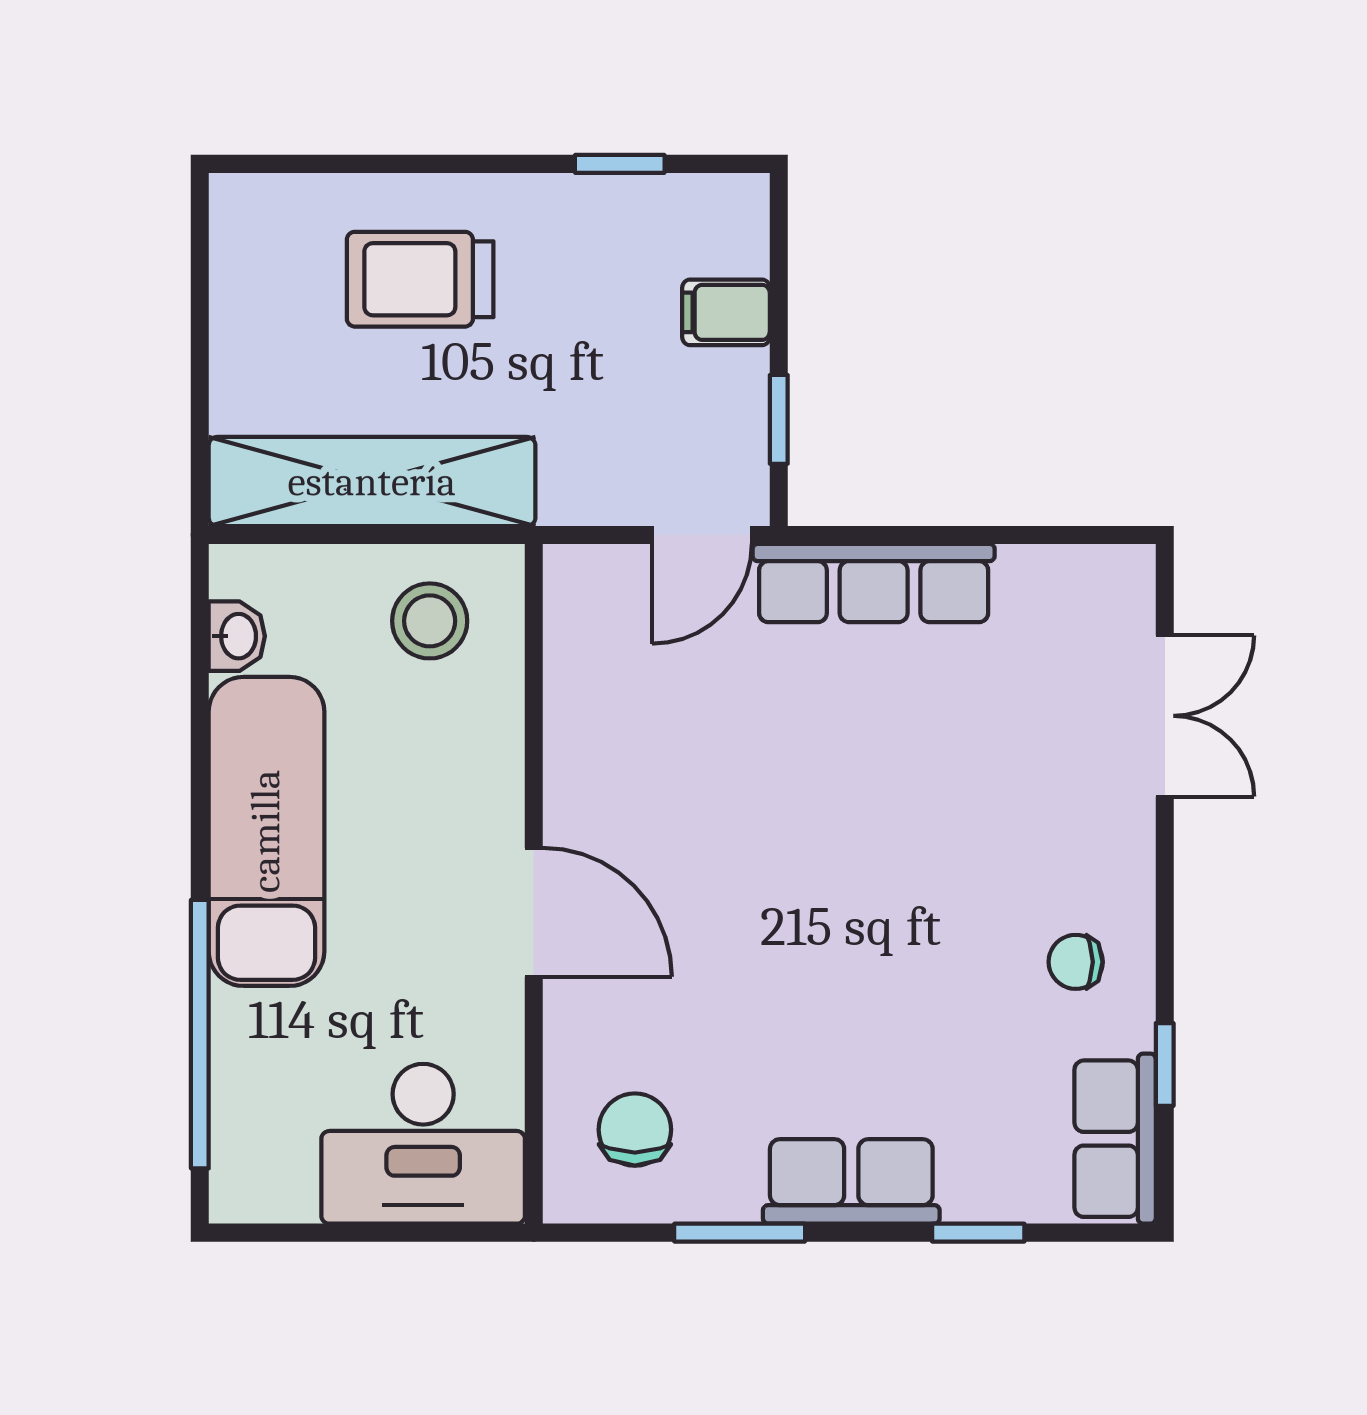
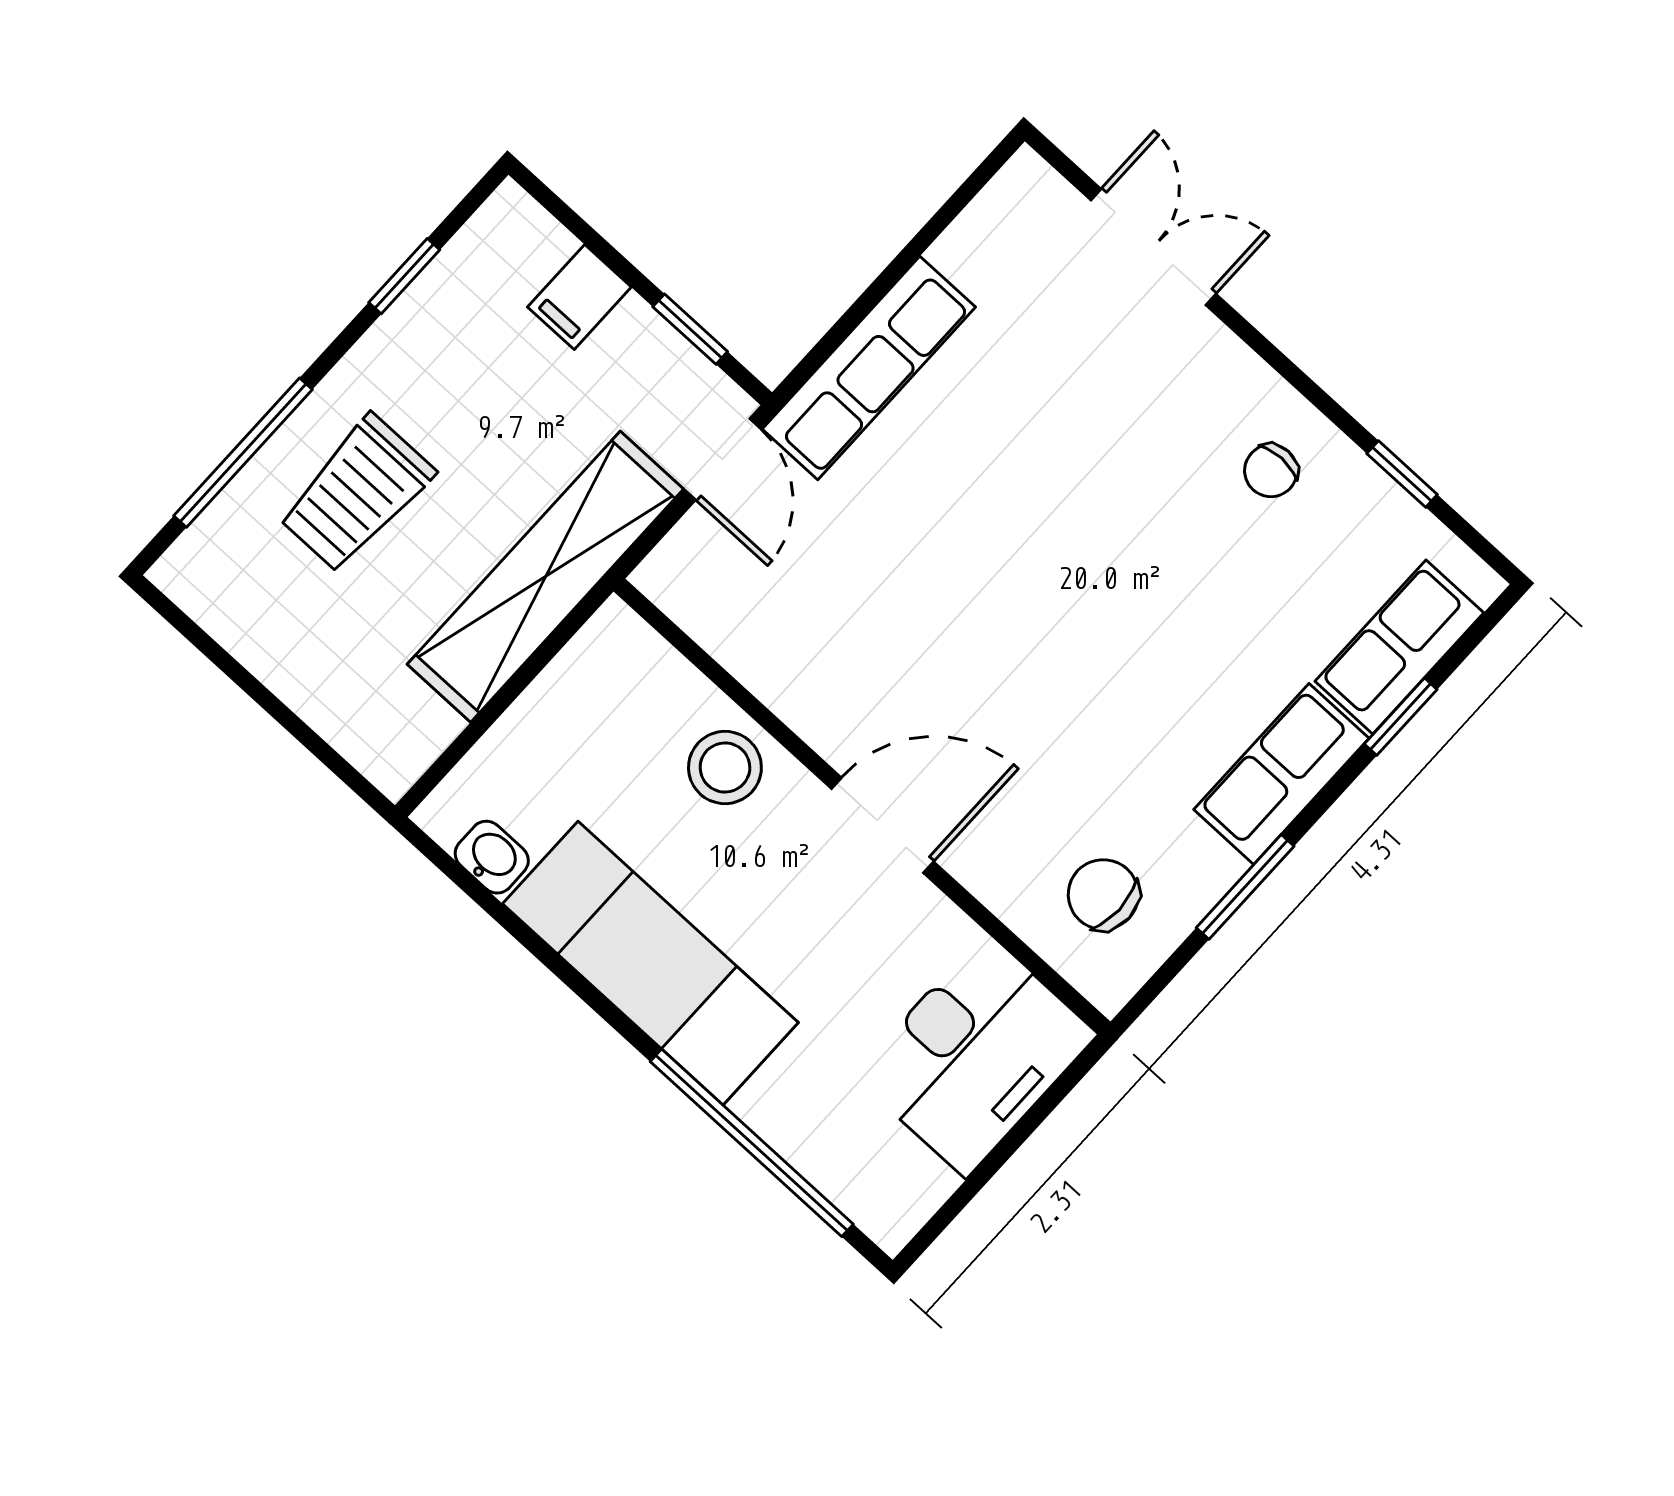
window: (372, 164) -> (243, 453), added
shelving: (372, 482) -> (545, 577), moved
stool: (430, 621) -> (725, 767), moved
row of seats: (1115, 1139) -> (1399, 647), moved, turned 90

